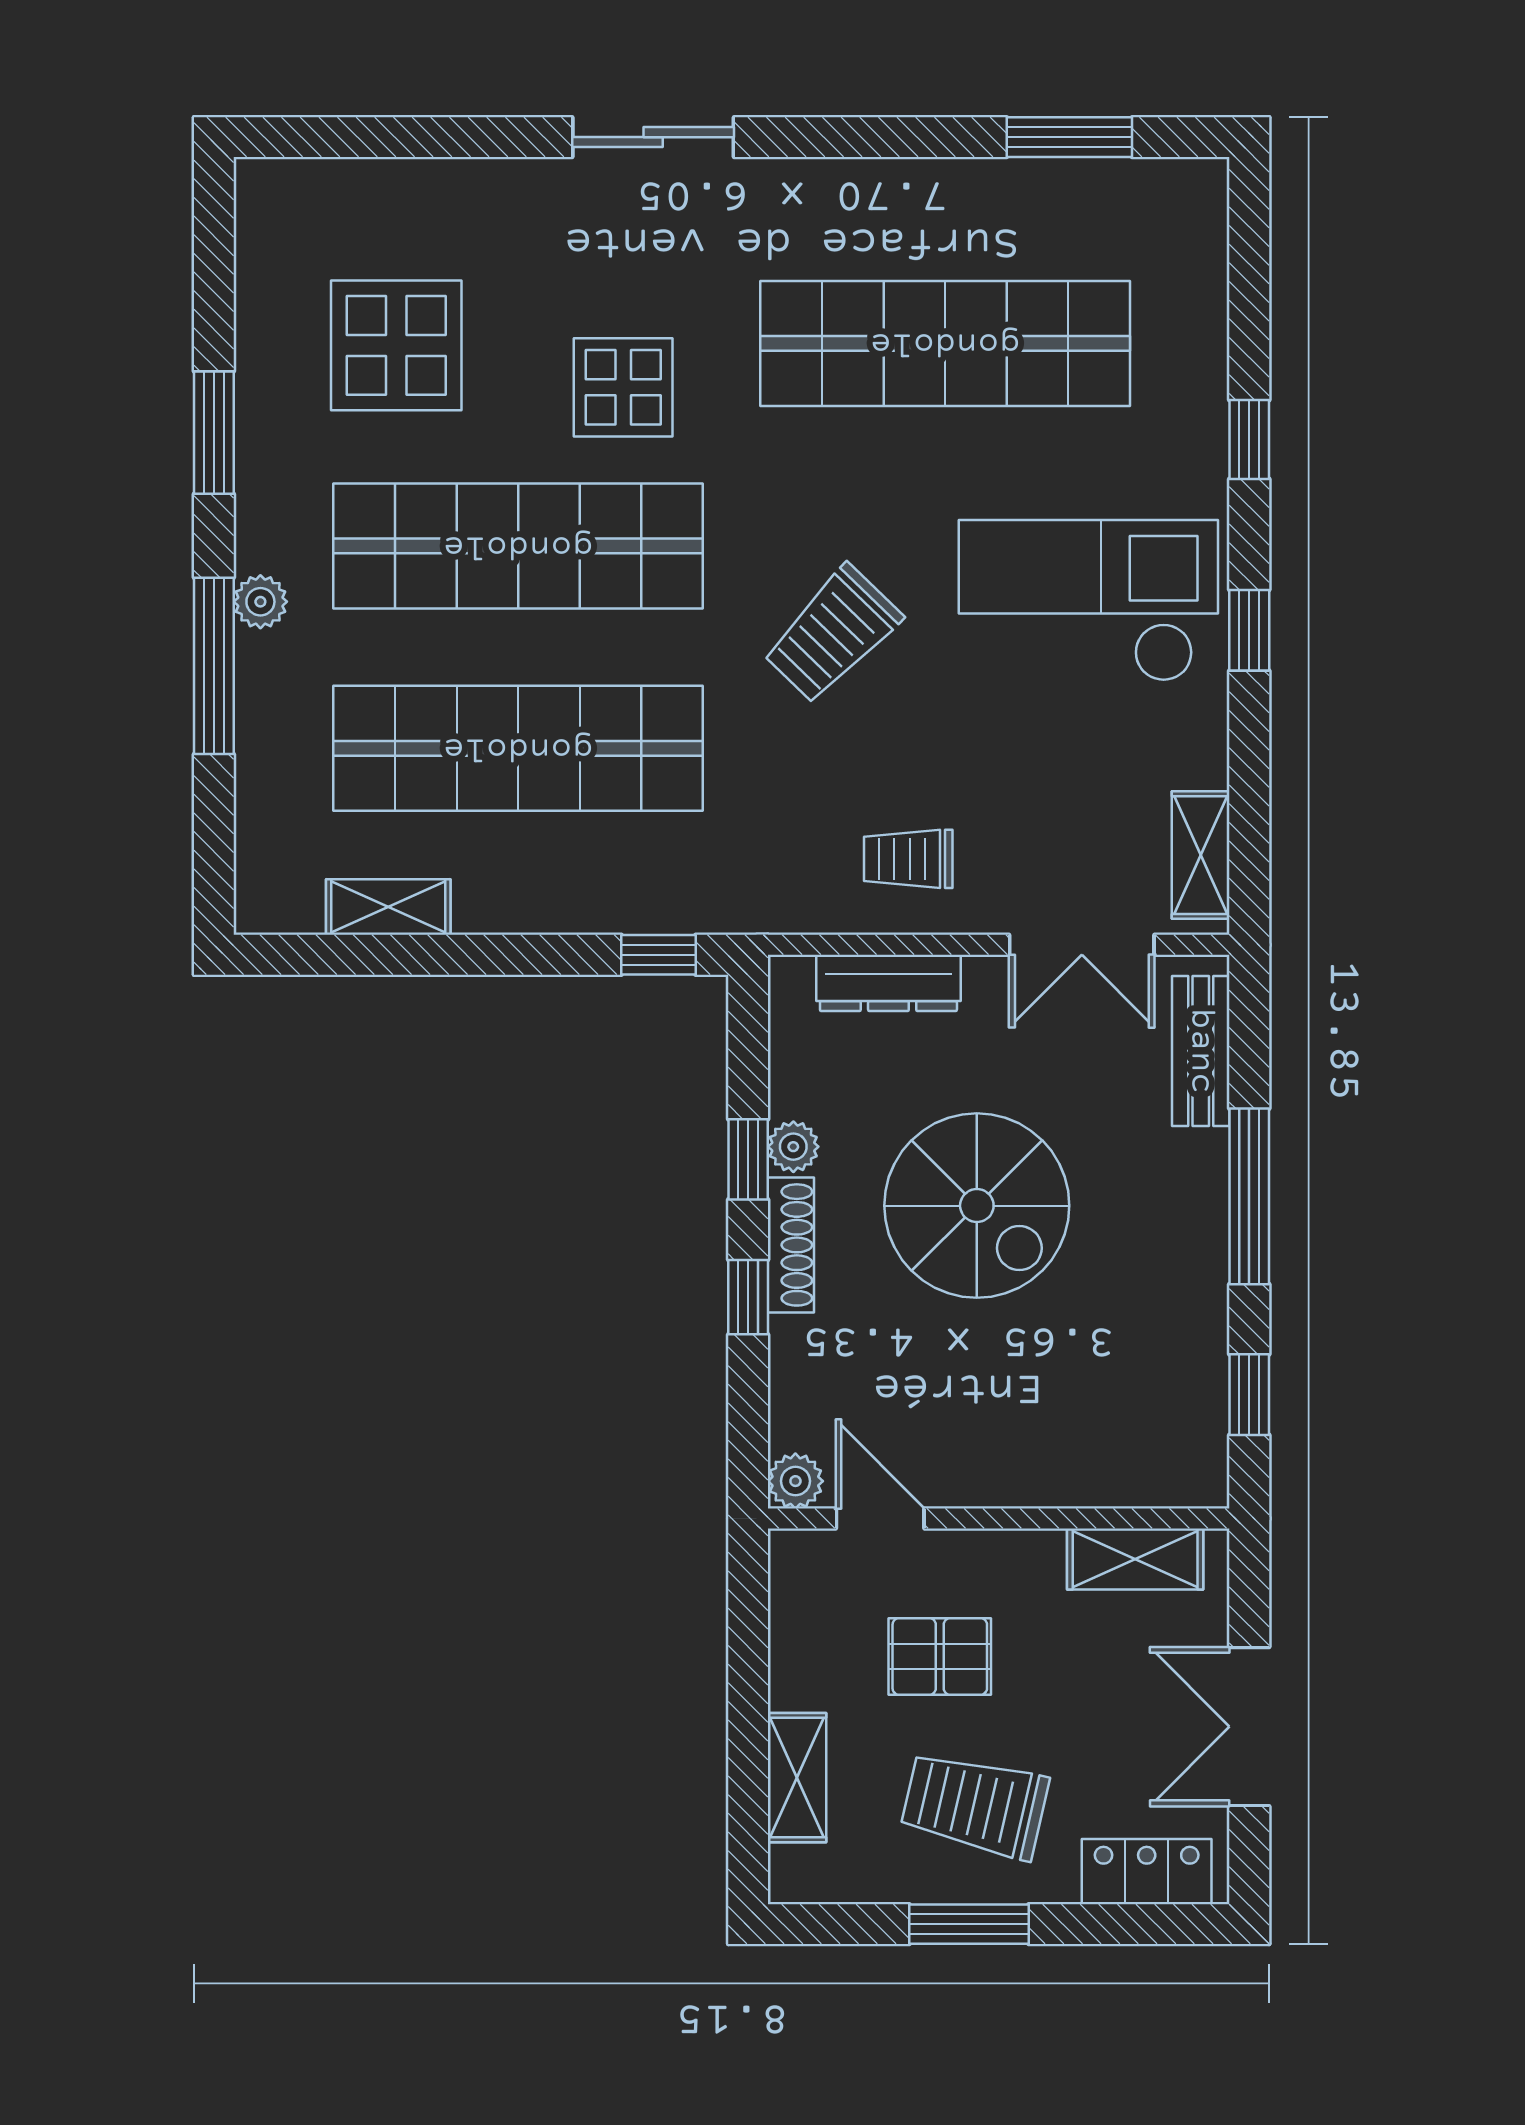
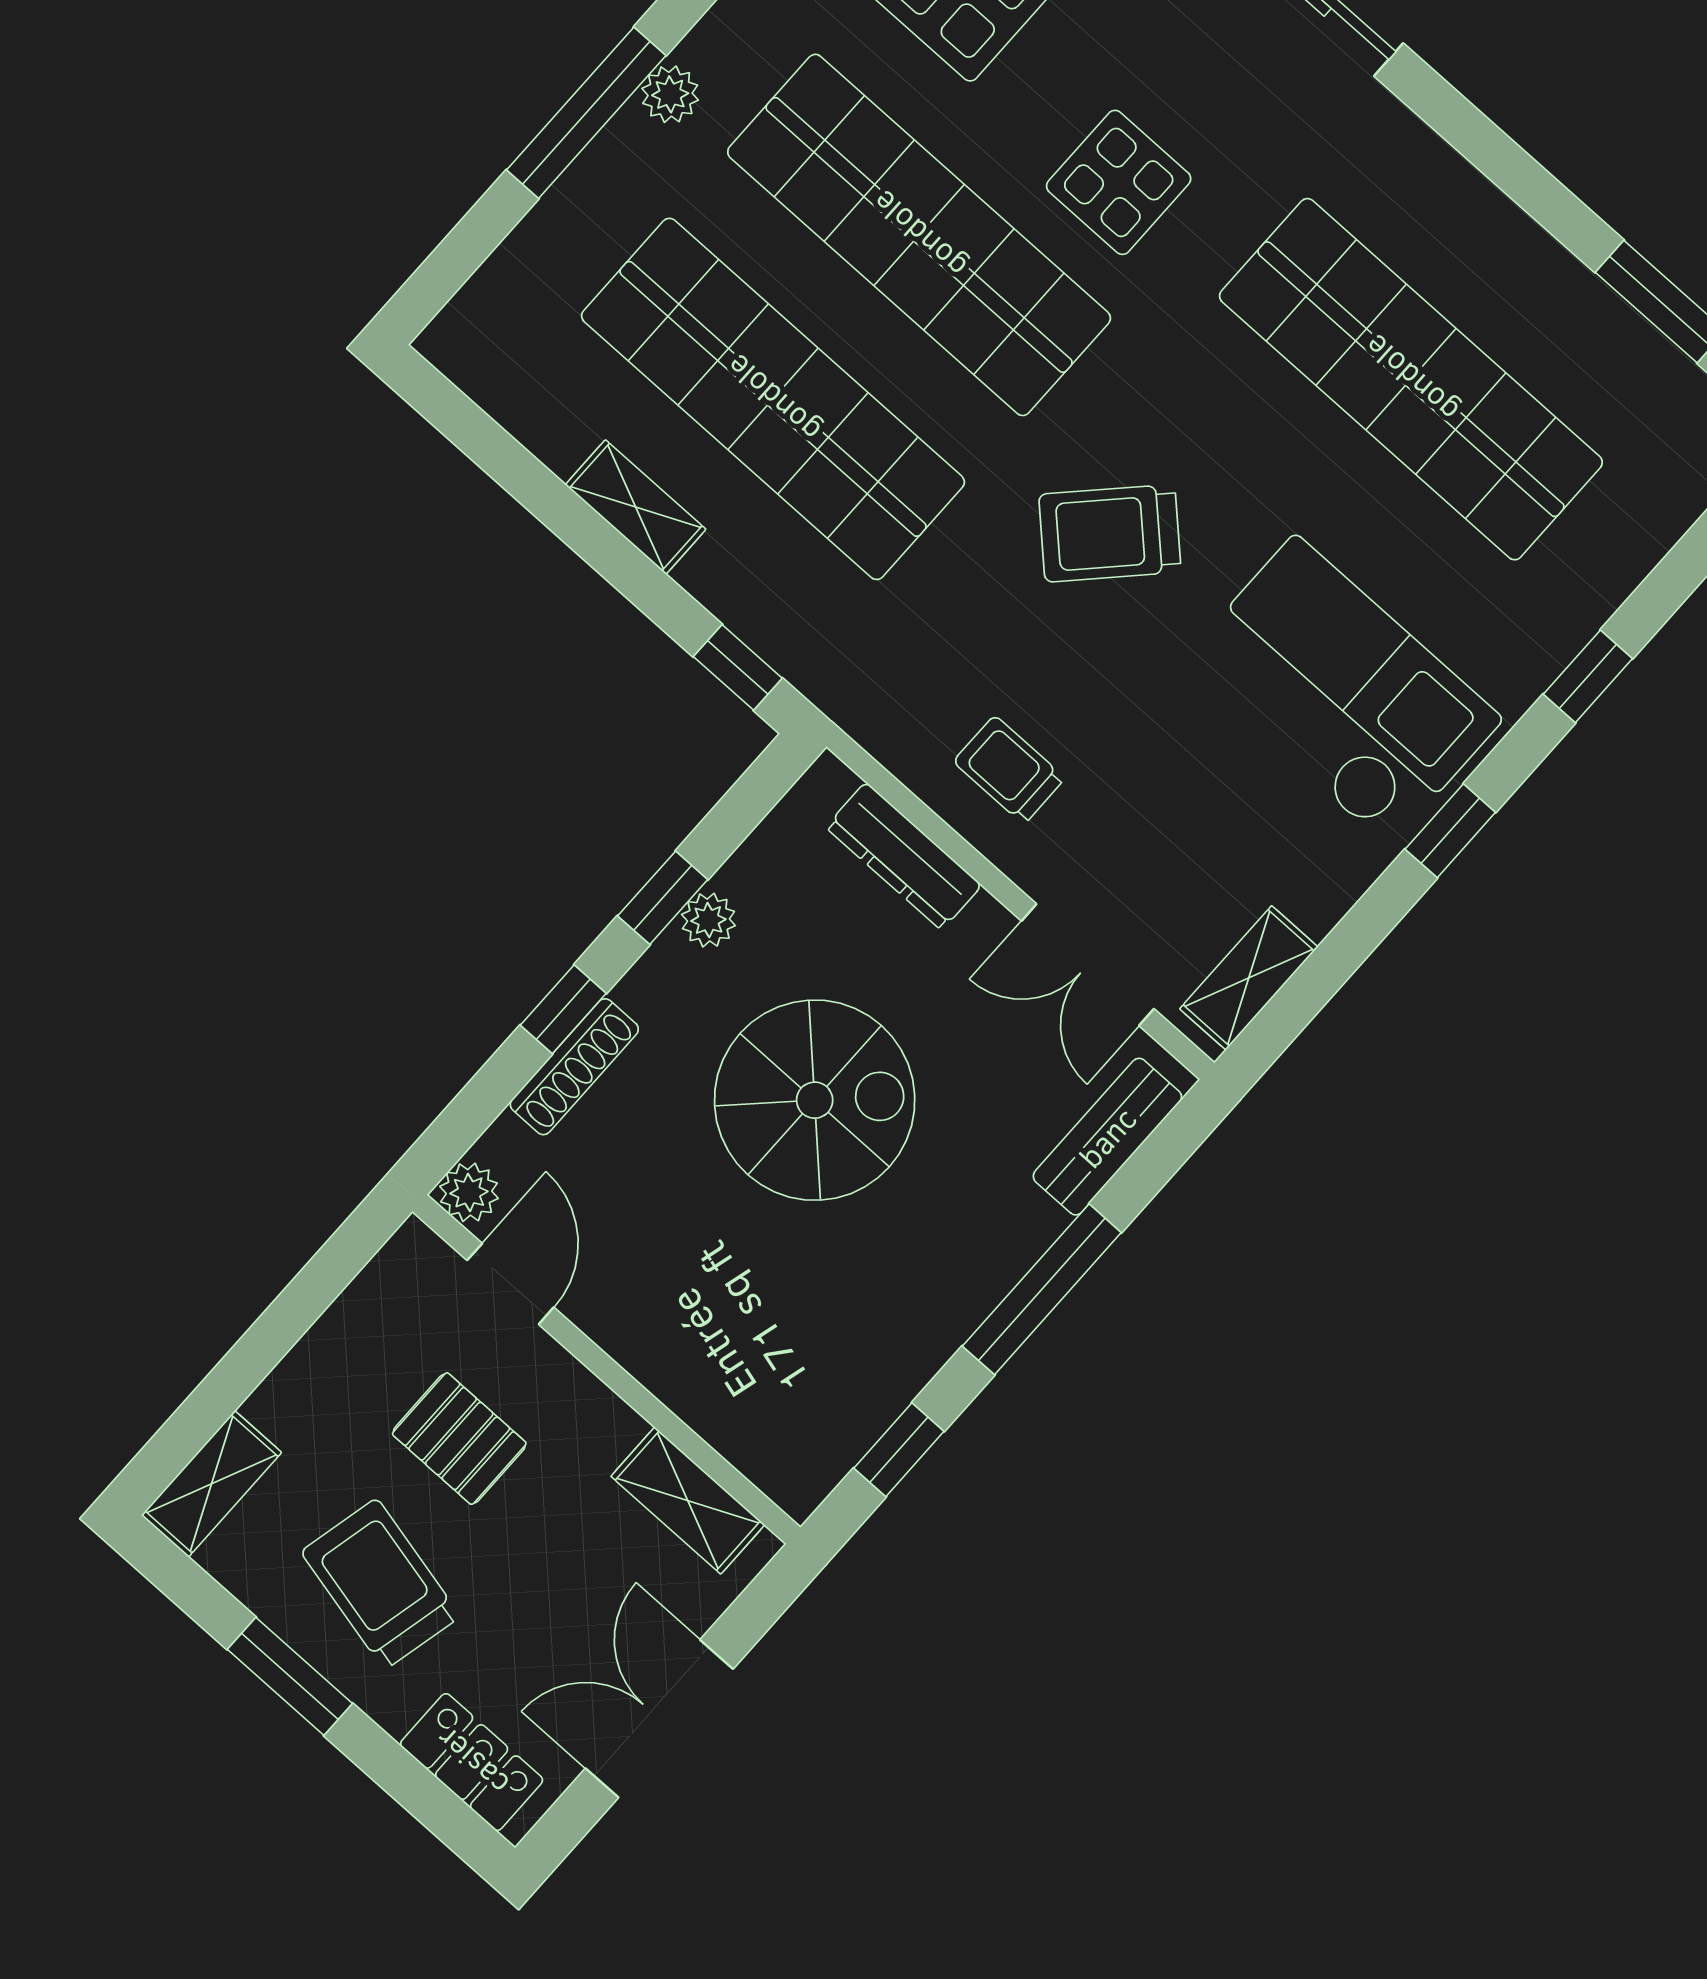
shelving: (388, 907) -> (636, 507), moved
spiral stairs: (977, 1206) -> (815, 1100), turned -90
shoe rack: (791, 1245) -> (574, 1067), moved
shelving: (797, 1778) -> (212, 1484), moved

